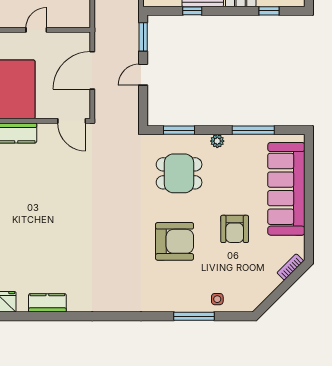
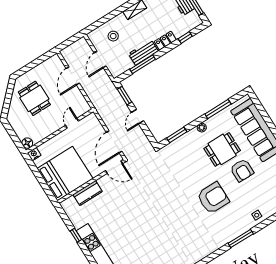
window: (192, 11) -> (143, 64), width x2.17
door: (36, 30) -> (72, 123), moved
door: (92, 70) -> (114, 142), moved
dining table: (179, 173) -> (222, 149), moved
window: (194, 316) -> (241, 238), moved

